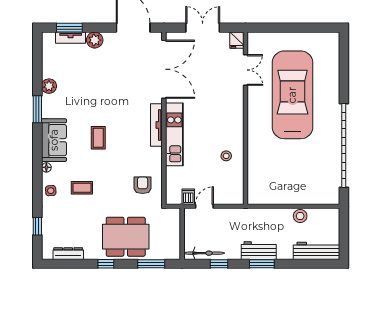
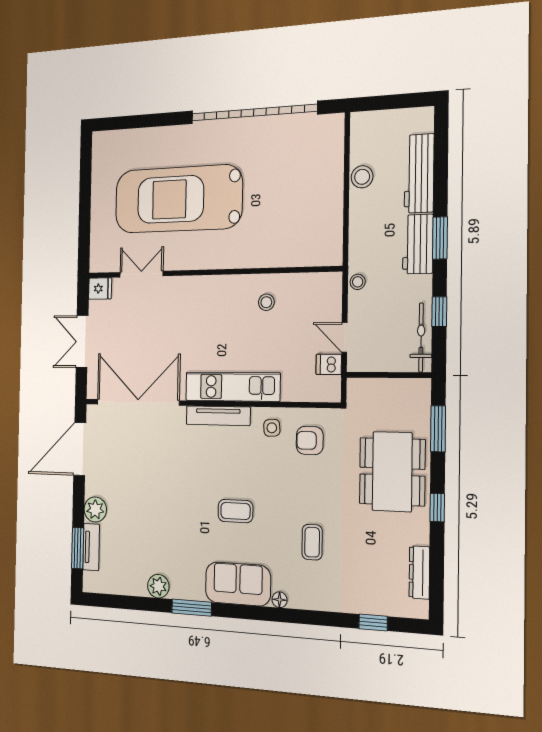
side table: (51, 191) -> (272, 428), moved
stool: (237, 214) -> (358, 282), added
workbench: (317, 251) -> (419, 173), moved

